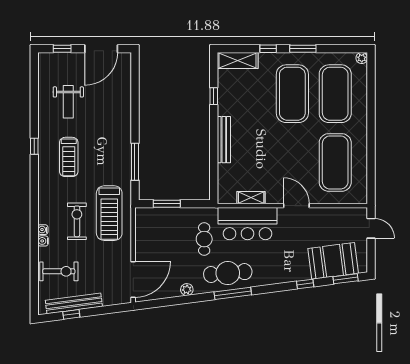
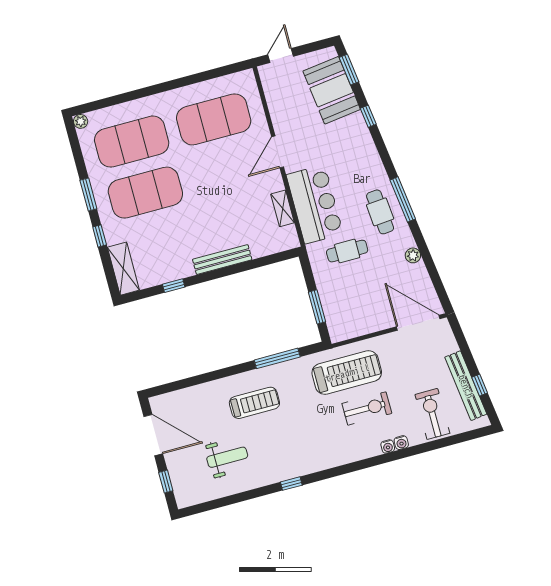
treadmill: (69, 157) -> (254, 403), moved
exercise bike: (77, 221) -> (367, 408), turned 180
cafe table: (228, 273) -> (380, 212), width x0.73, depth x0.74

